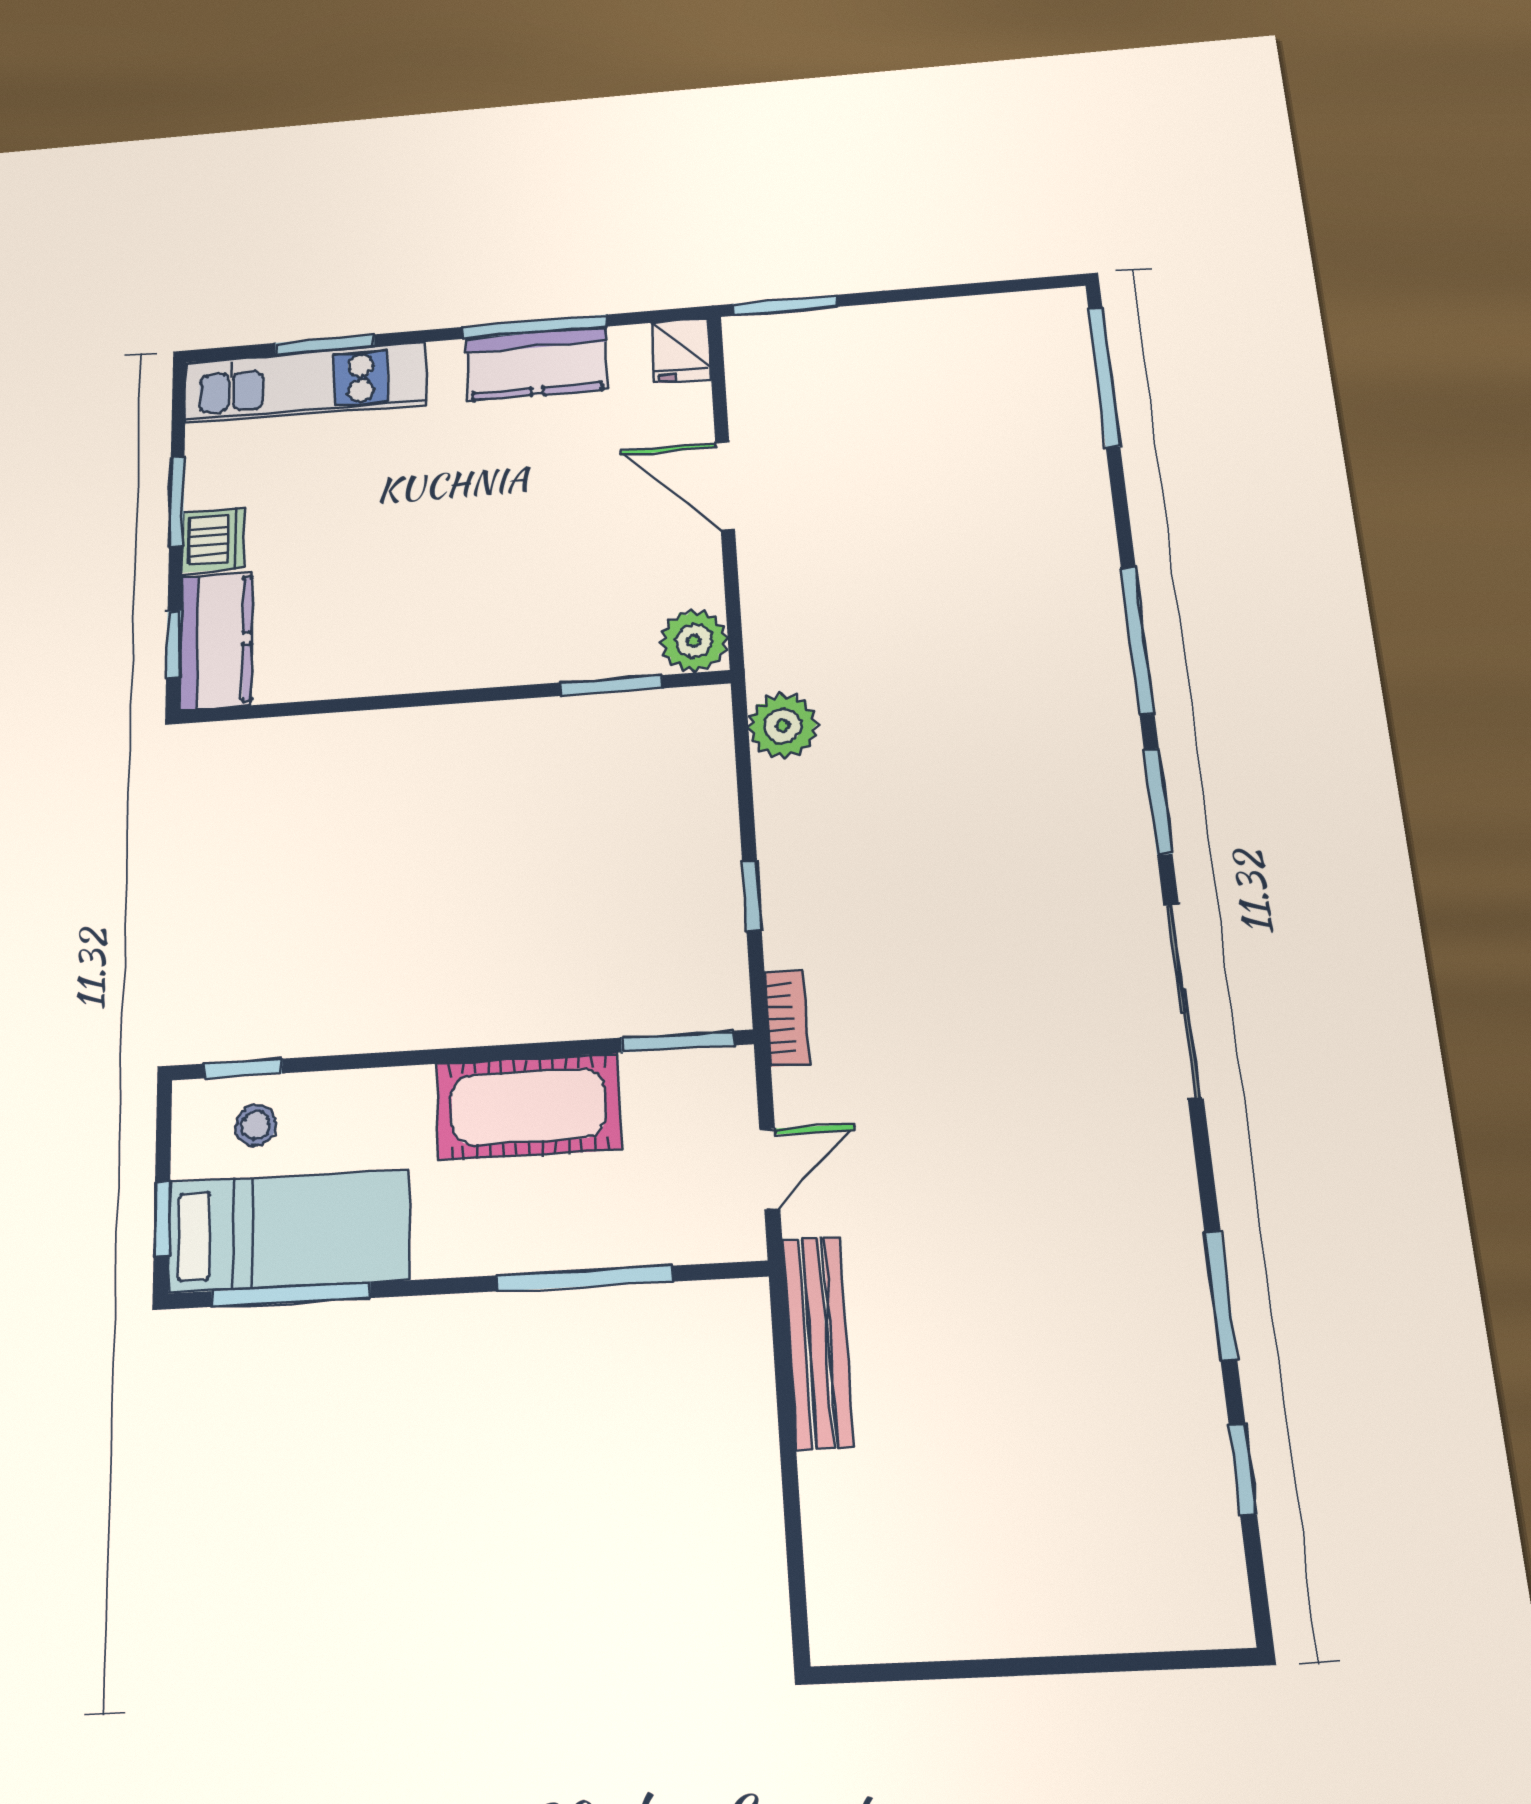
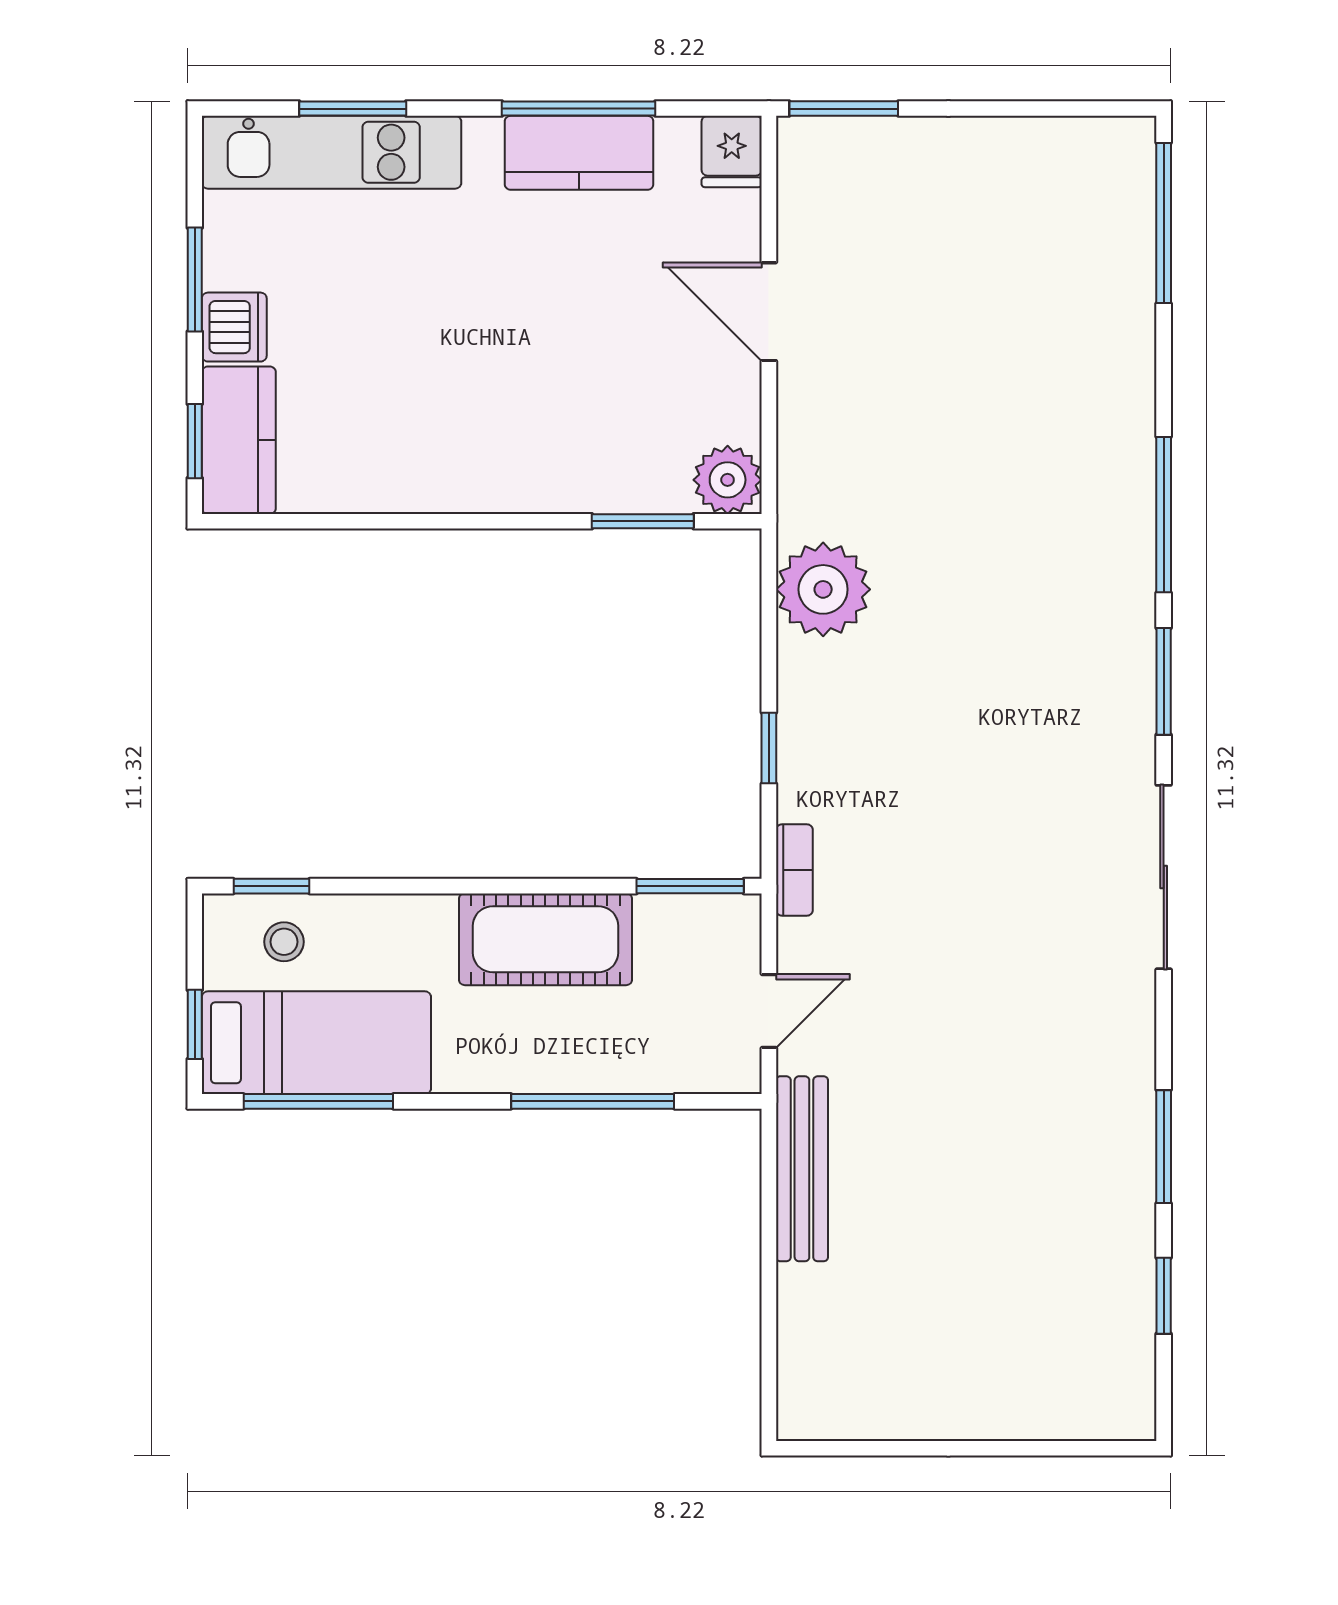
plant: (783, 726) -> (823, 589), width x1.36, depth x1.36

